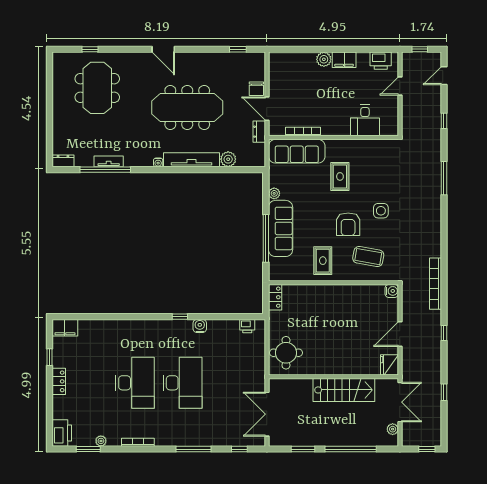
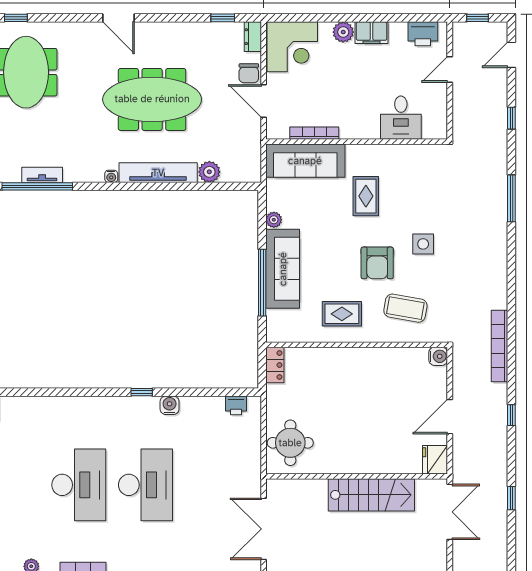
corner desk: (287, 70) -> (292, 47), added
dresser: (259, 132) -> (253, 37), moved
rug: (323, 261) -> (342, 314), turned 90
plant: (393, 429) -> (440, 550), removed

